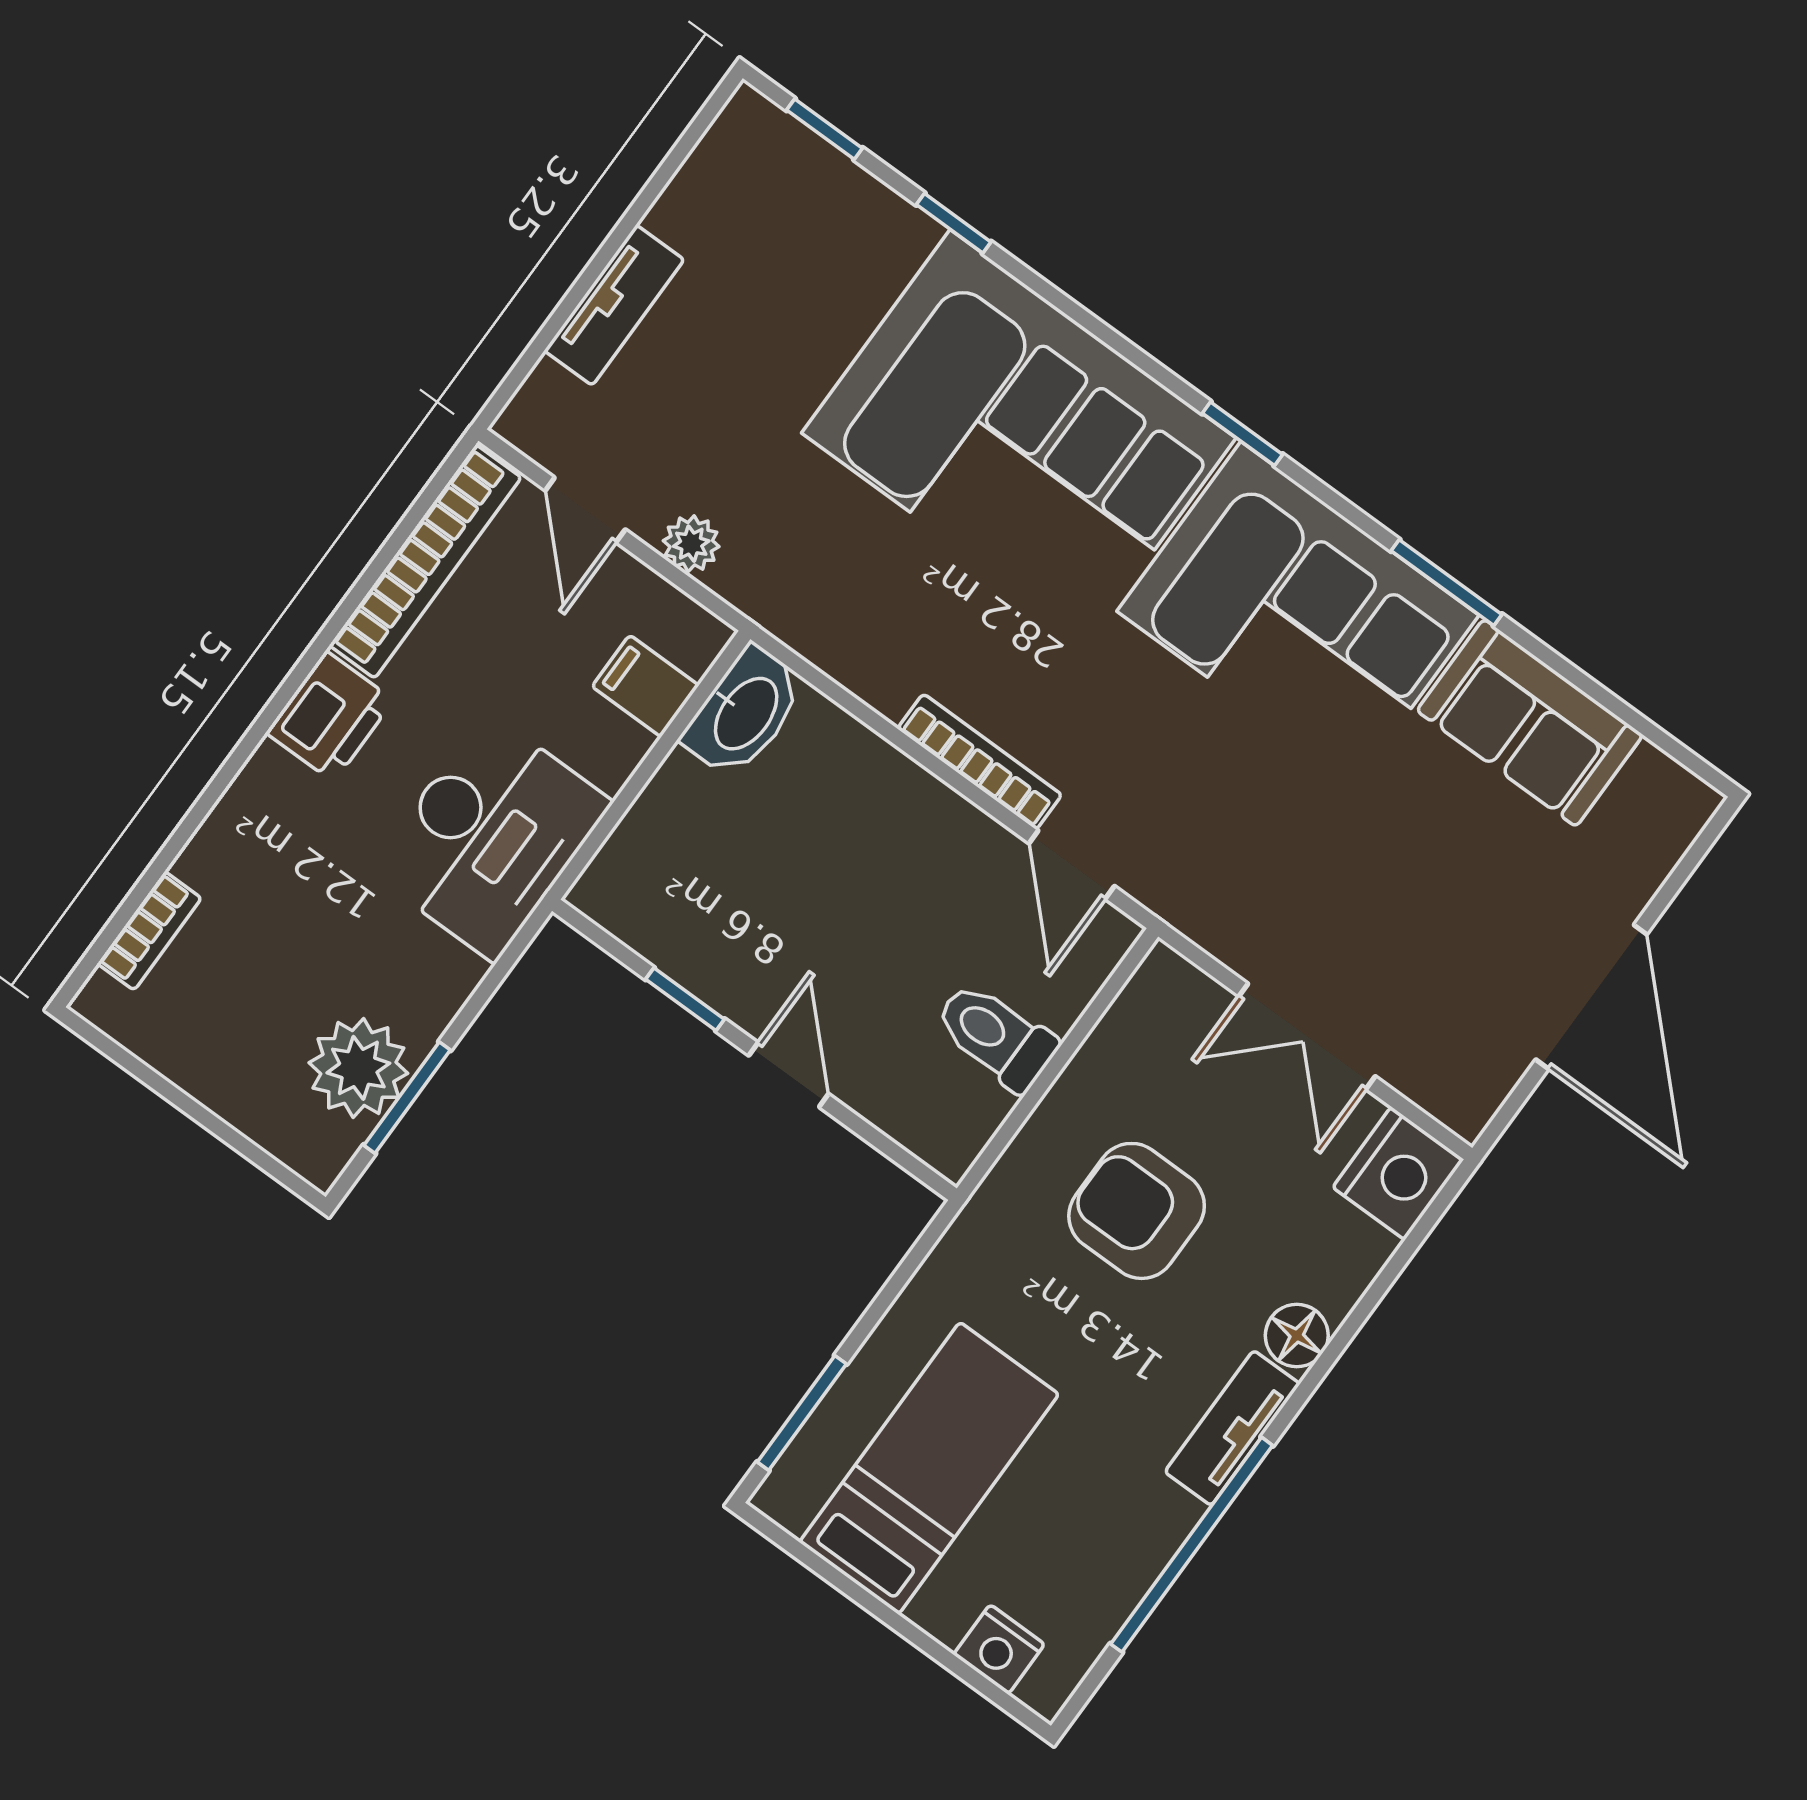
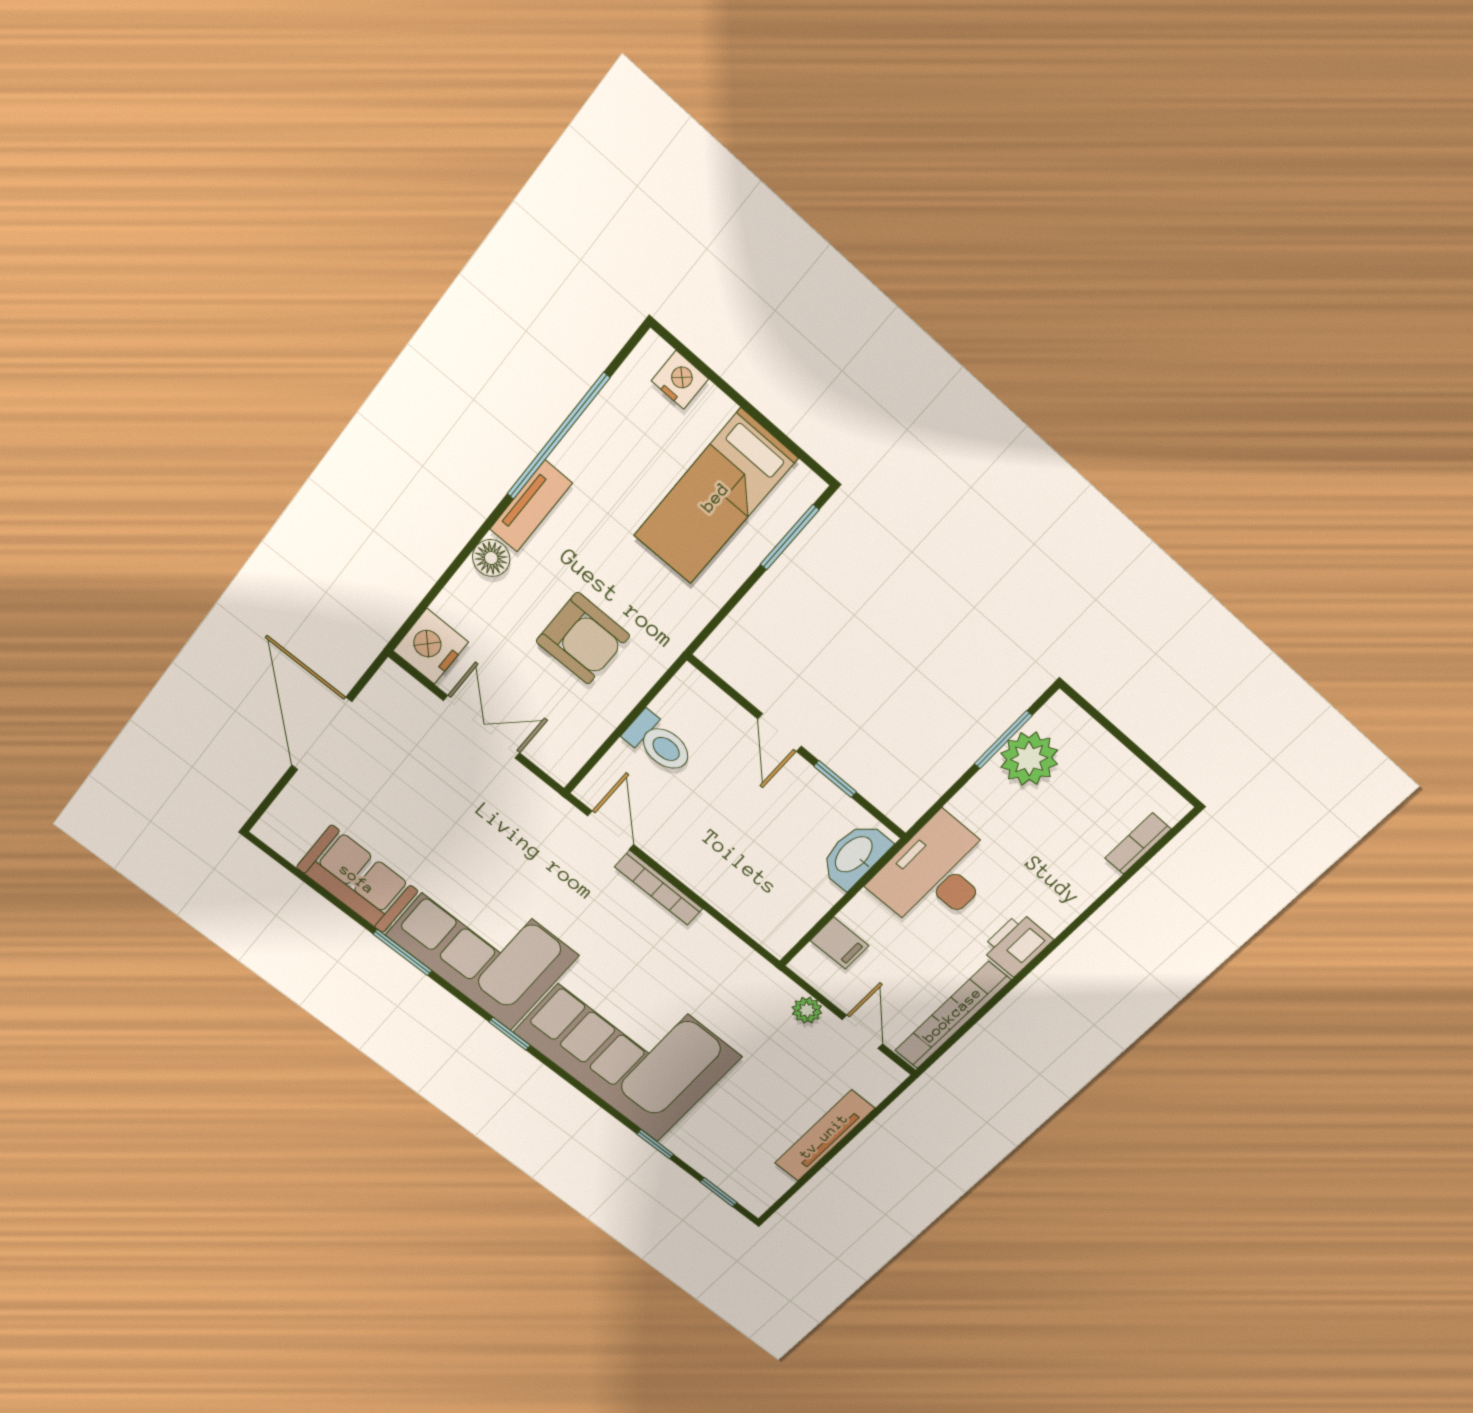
tv unit: (614, 305) -> (824, 1136), width x1.41
washbasin: (744, 712) -> (855, 855), moved

